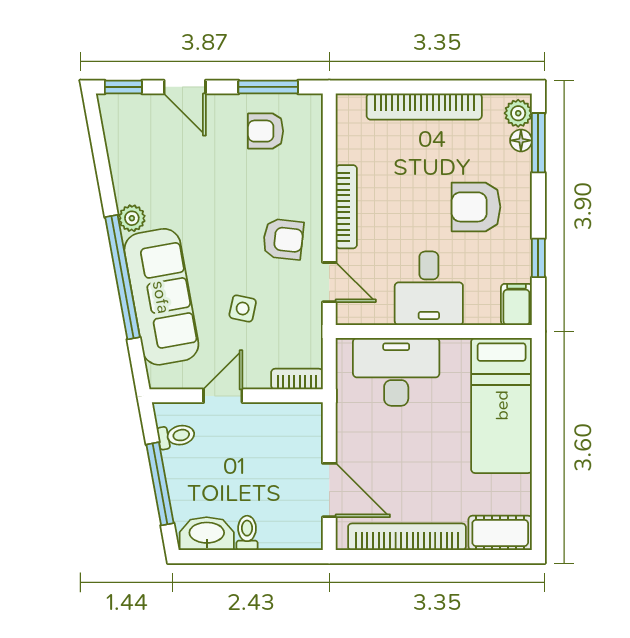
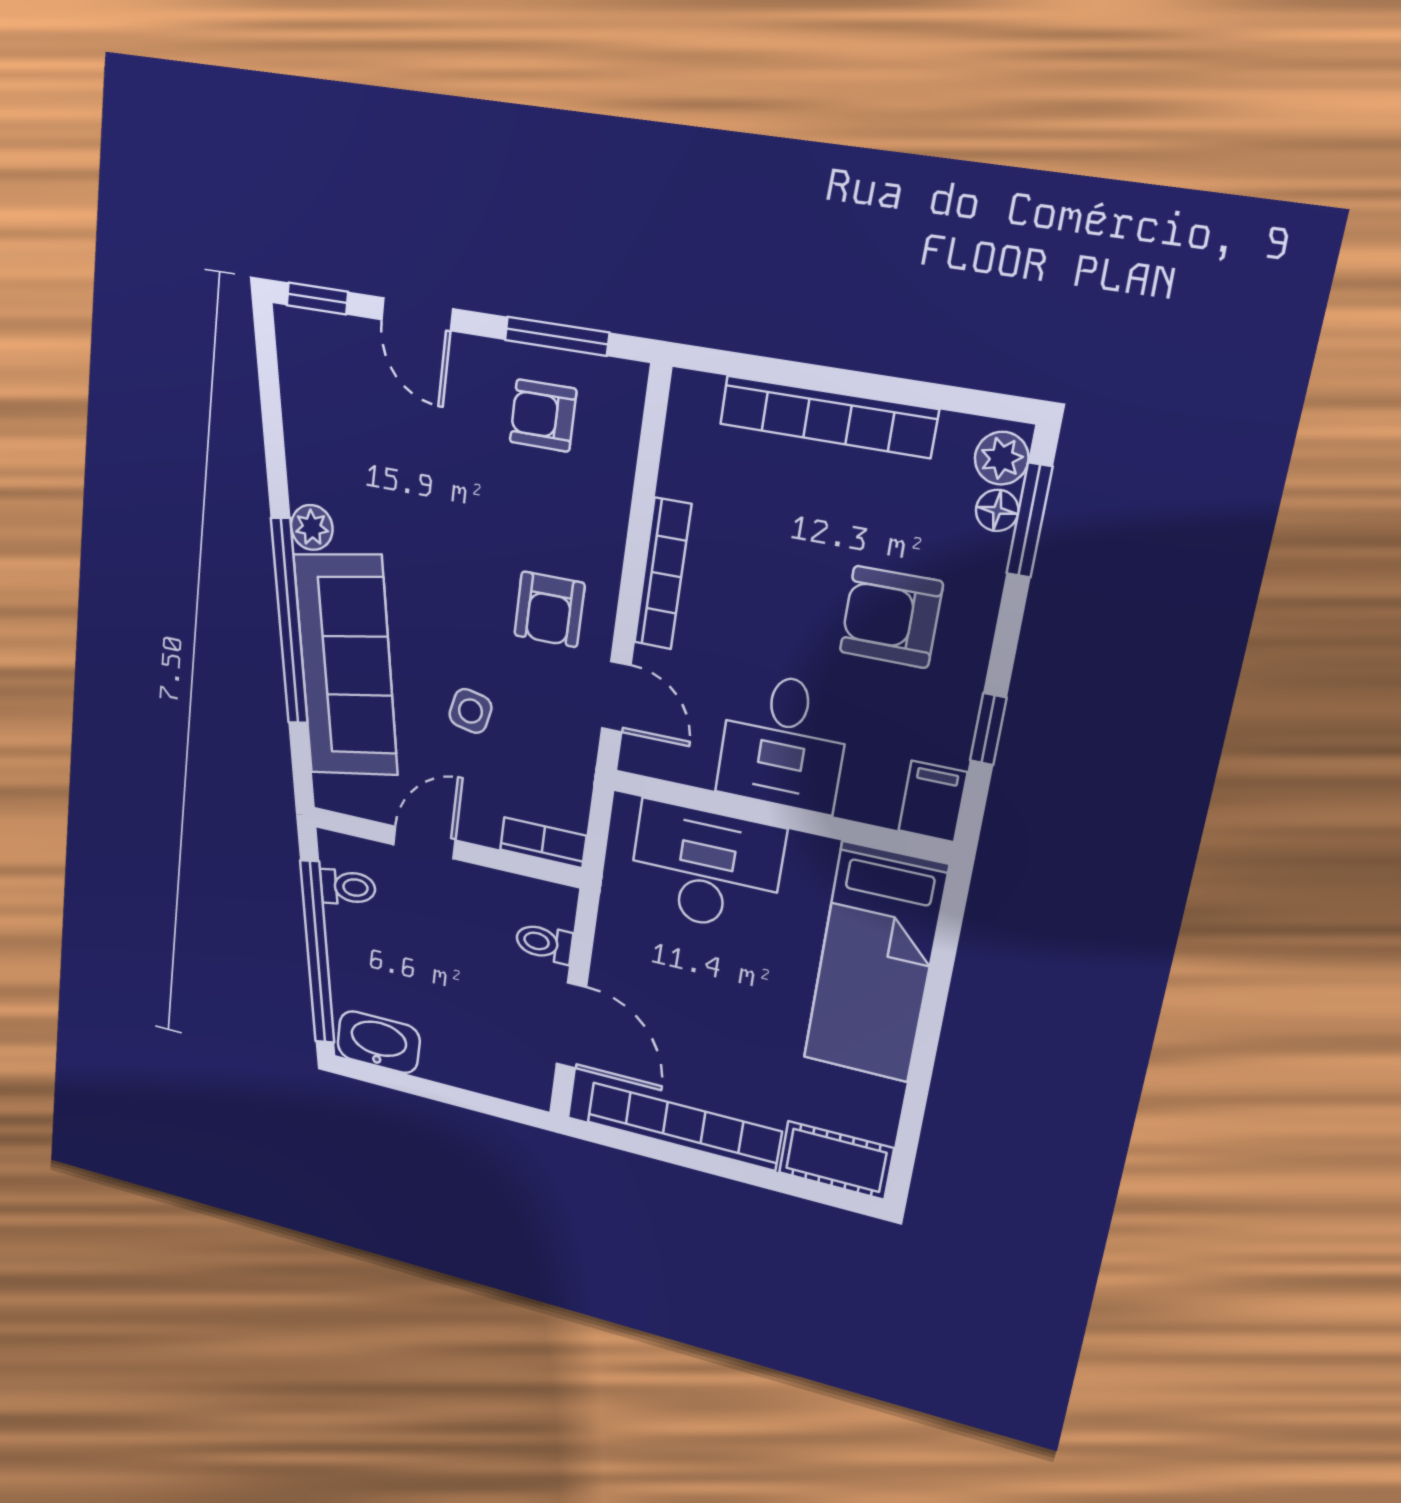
armchair: (283, 239) -> (549, 609), turned 84
window: (160, 484) -> (317, 952), width x1.46
toilet: (247, 533) -> (544, 943), moved, turned -90

